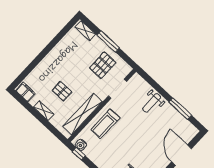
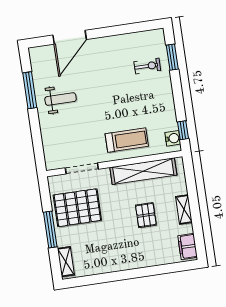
pallet: (103, 65) -> (77, 208), width x1.37, depth x1.41
weight bench: (152, 103) -> (61, 99), moved

